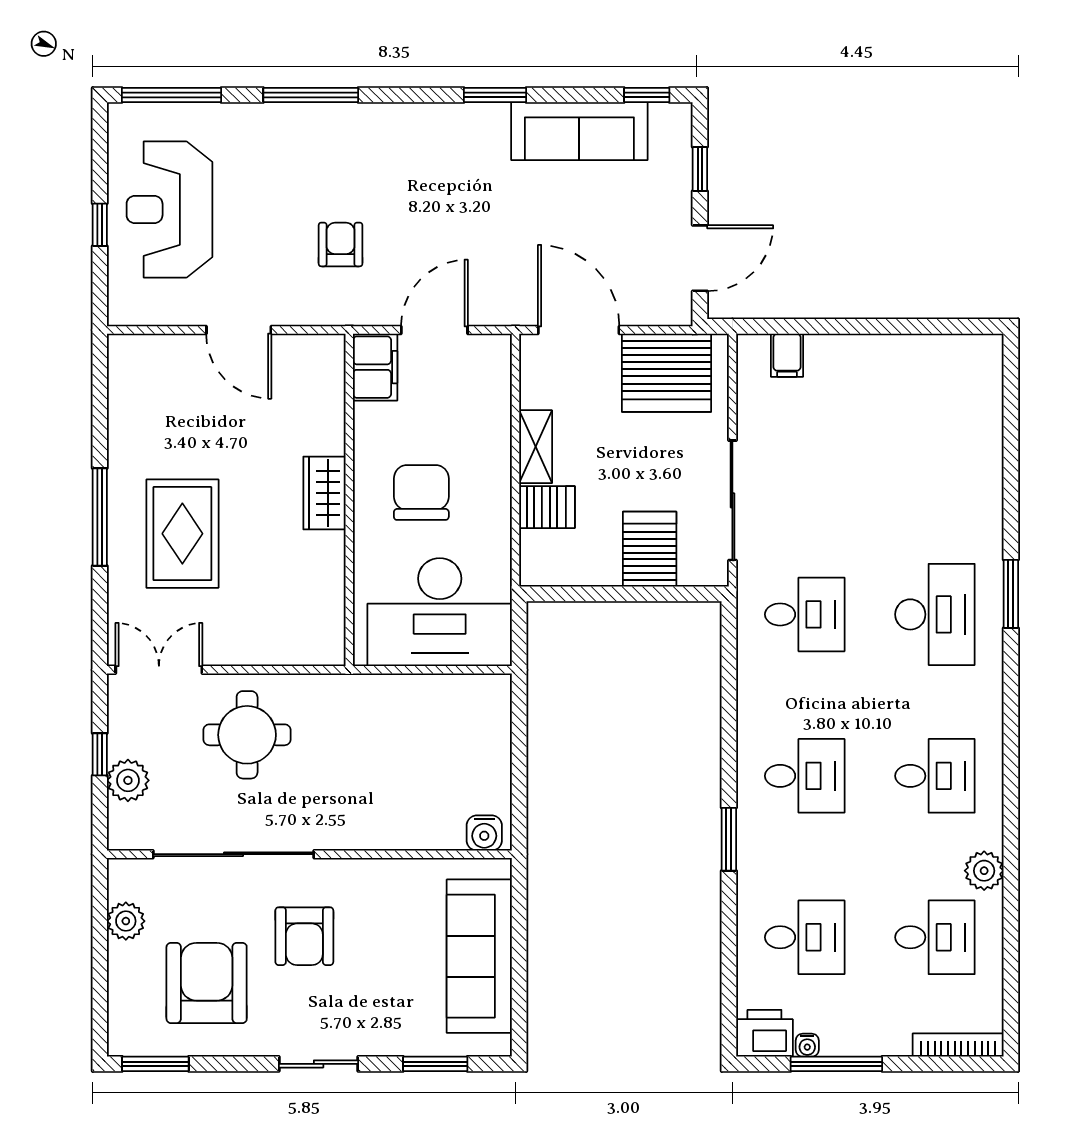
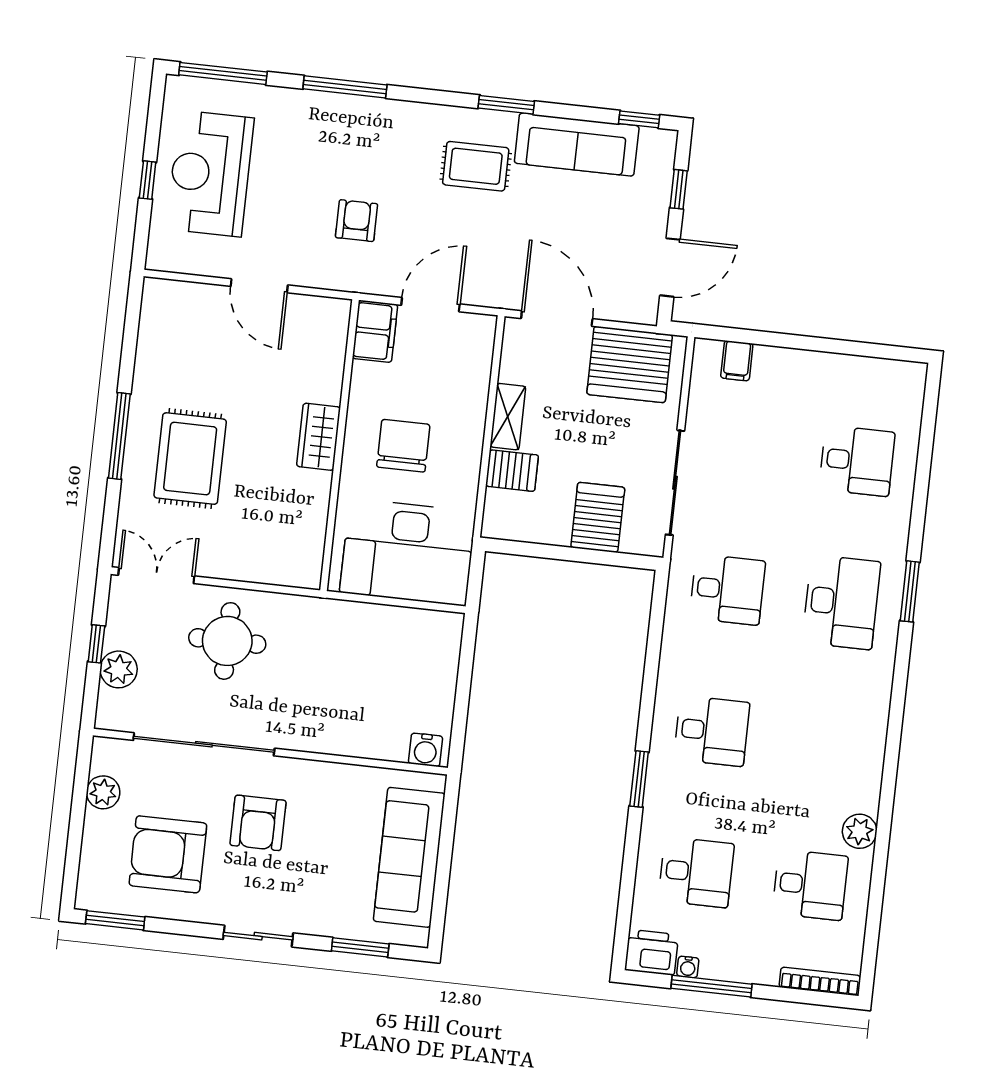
rug: (468, 168) -> (476, 166), added
desk: (935, 776) -> (857, 461), moved
armchair: (207, 983) -> (168, 854), turned -90

